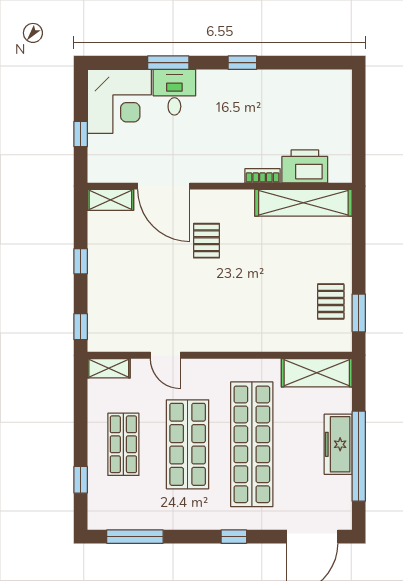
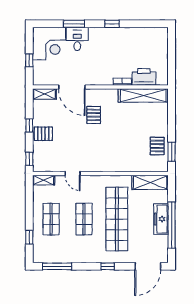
pallet: (108, 278) -> (43, 134), added
shop shelf: (188, 444) -> (84, 219), width x0.70, depth x0.74

